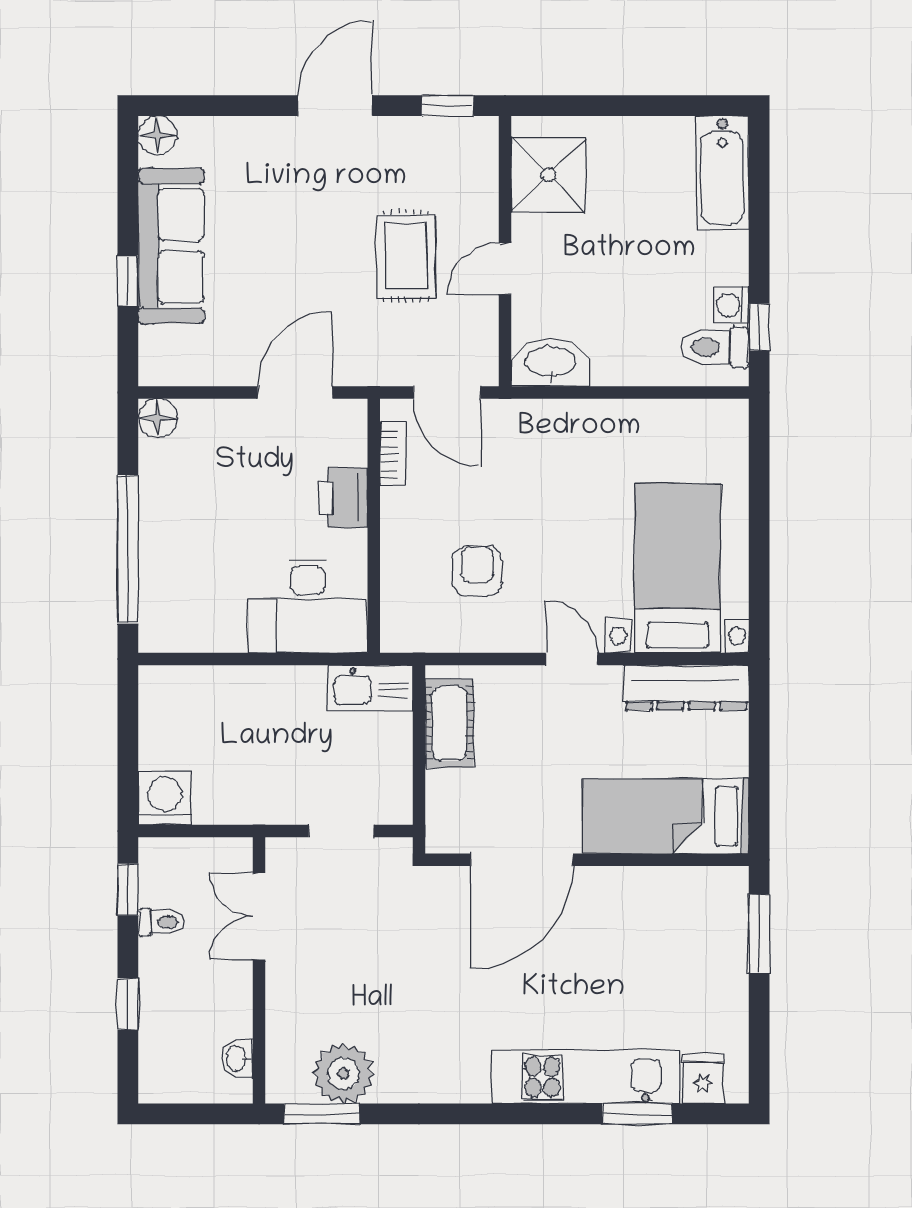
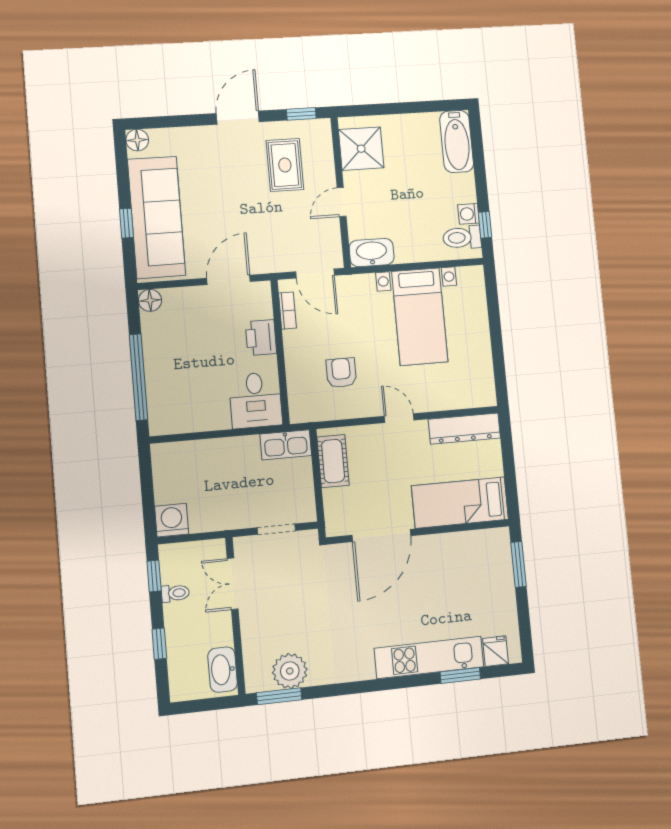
sofa: (171, 246) -> (157, 217), width x1.36, depth x1.27
rug: (406, 256) -> (285, 165), moved
bed with nightstands: (678, 568) -> (420, 317), moved, turned 180
desk: (308, 606) -> (256, 400), width x0.73
washbasin: (237, 1059) -> (223, 670), width x1.91, depth x1.45

